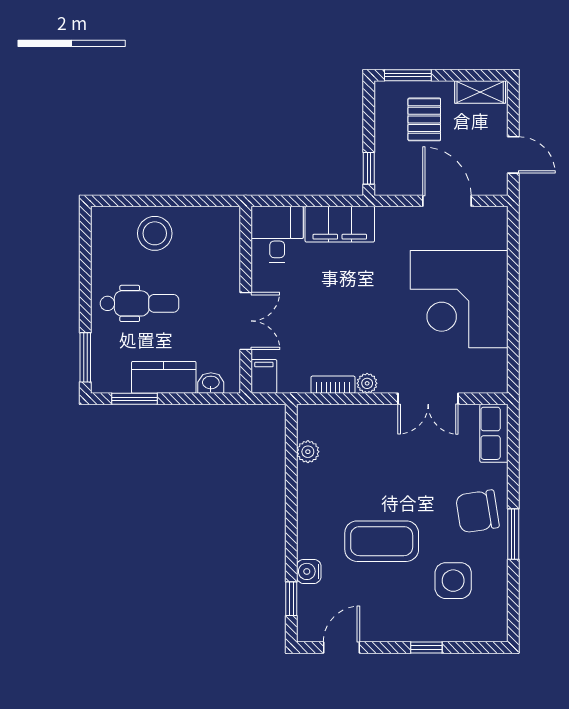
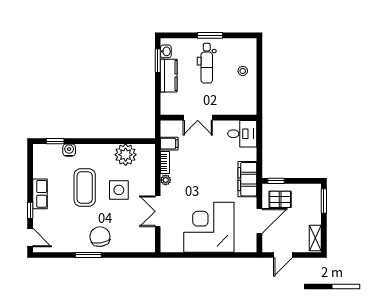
pallet: (424, 119) -> (280, 199), moved
filing cabinet: (340, 224) -> (247, 179), moved
stool: (155, 233) -> (243, 71), width x0.53, depth x0.53
window: (85, 357) -> (210, 35), moved
filing cabinet: (264, 376) -> (169, 144), moved
washbasin: (211, 383) -> (166, 51), moved
row of seats: (494, 433) -> (40, 194), moved, turned 90
plant: (308, 452) -> (126, 155), width x1.87, depth x1.87
side table: (453, 581) -> (119, 190), moved
door: (342, 647) -> (30, 237), moved

